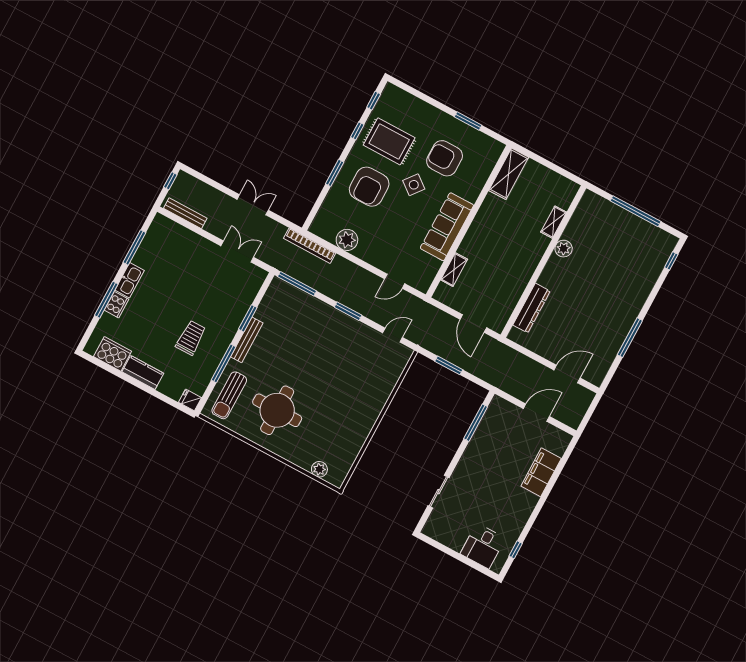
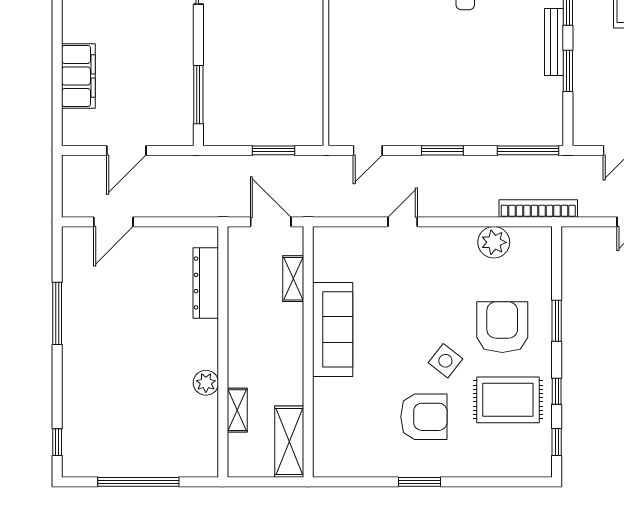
shelving: (509, 174) -> (289, 442), moved
wall: (469, 221) -> (308, 352), moved
sofa: (447, 227) -> (333, 329), moved
shelving: (454, 270) -> (293, 279), moved

